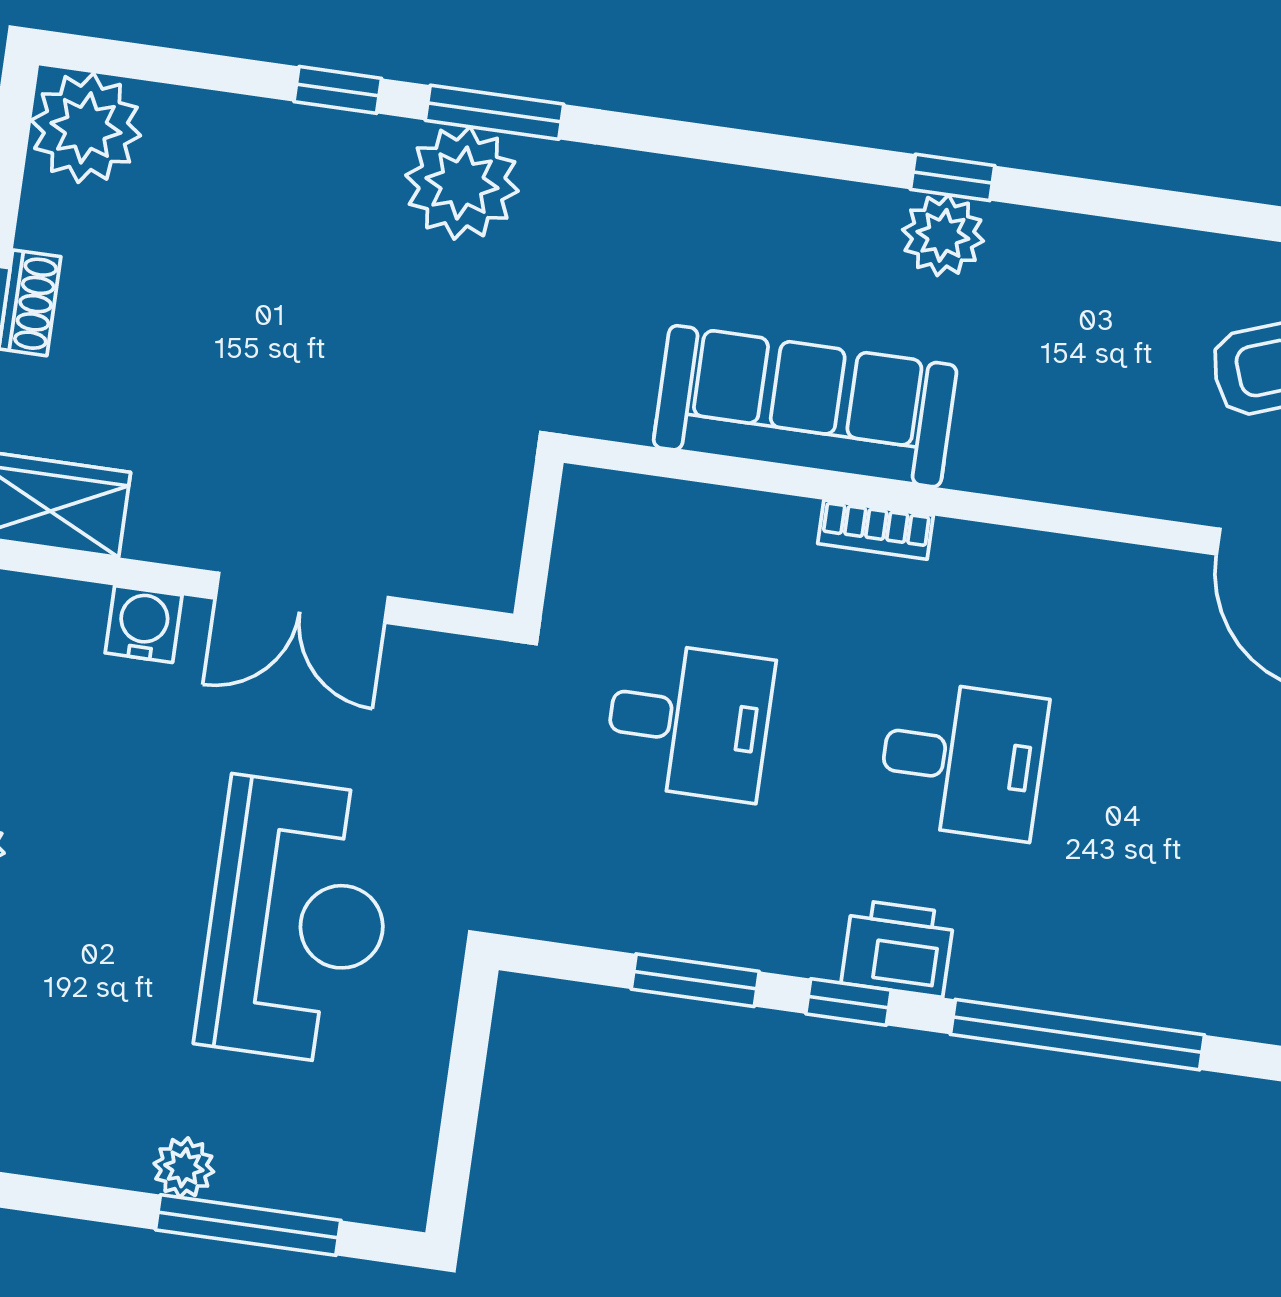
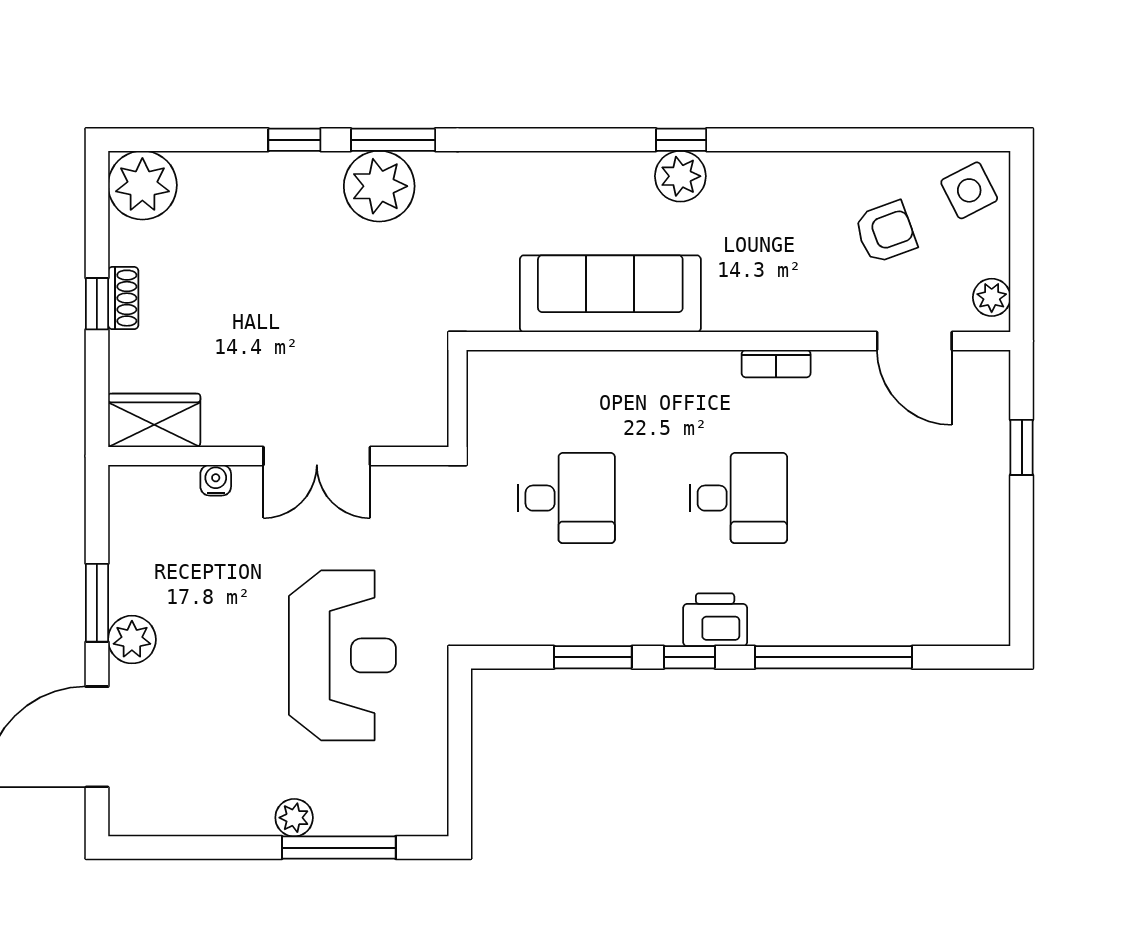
bookcase: (876, 530) -> (776, 364), moved
water cooler: (144, 624) -> (216, 480), width x0.72, depth x0.72

